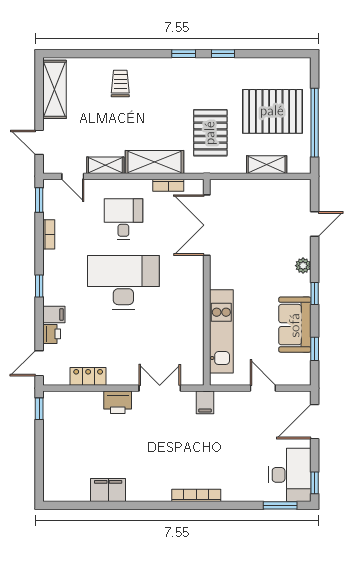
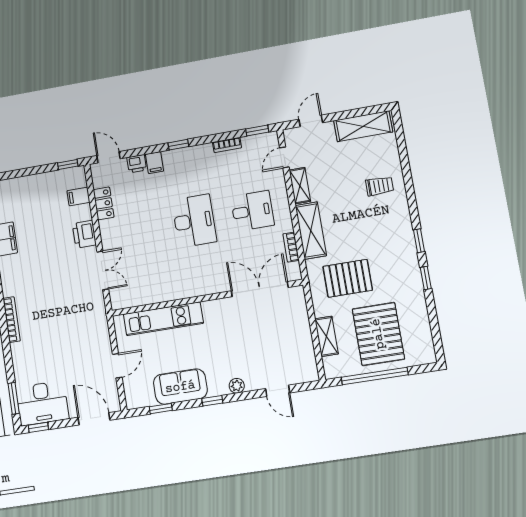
desk: (123, 282) -> (194, 221), width x0.73, depth x0.77
filing cabinet: (205, 402) -> (78, 197), moved

